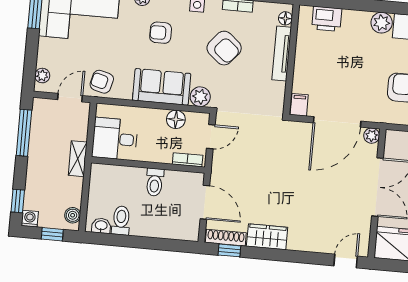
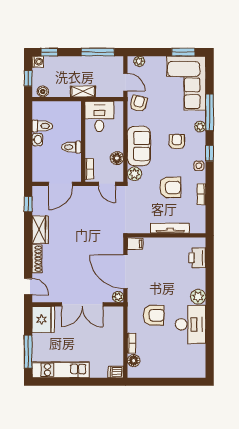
floor lamp: (285, 18) -> (195, 229), removed
armchair: (224, 48) -> (170, 187), turned -130
washbasin: (101, 226) -> (37, 140), moved
shoe rack: (226, 238) -> (37, 259), moved

